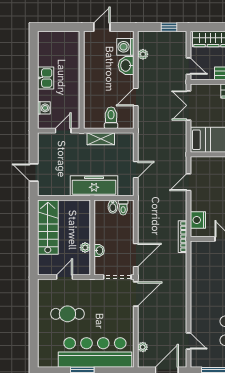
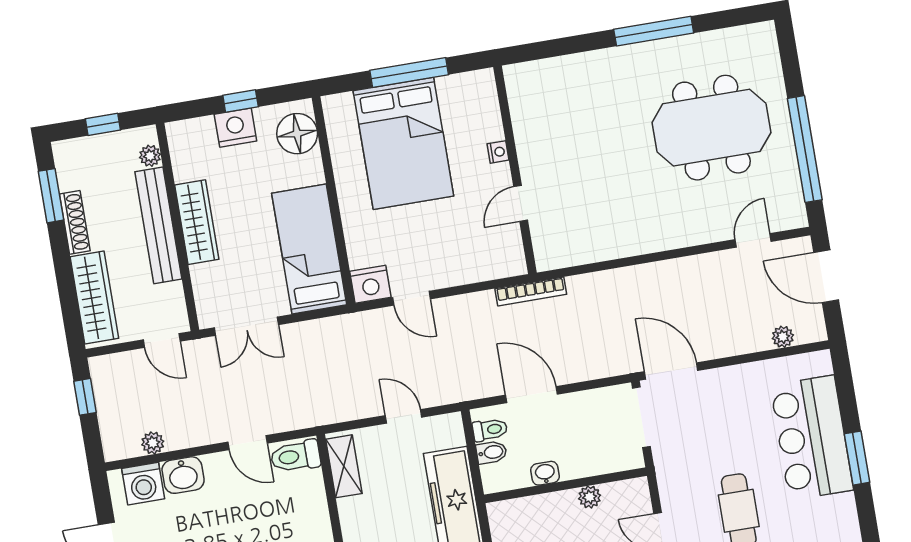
door: (189, 66) -> (162, 341), swing flipped
toilet: (111, 118) -> (296, 456), moved
shelving: (101, 139) -> (344, 466), moved
nightstand: (198, 220) -> (370, 284), moved
washbasin: (99, 251) -> (545, 473), moved
door: (136, 255) -> (531, 395), moved
bar counter: (95, 352) -> (812, 438), width x0.73

